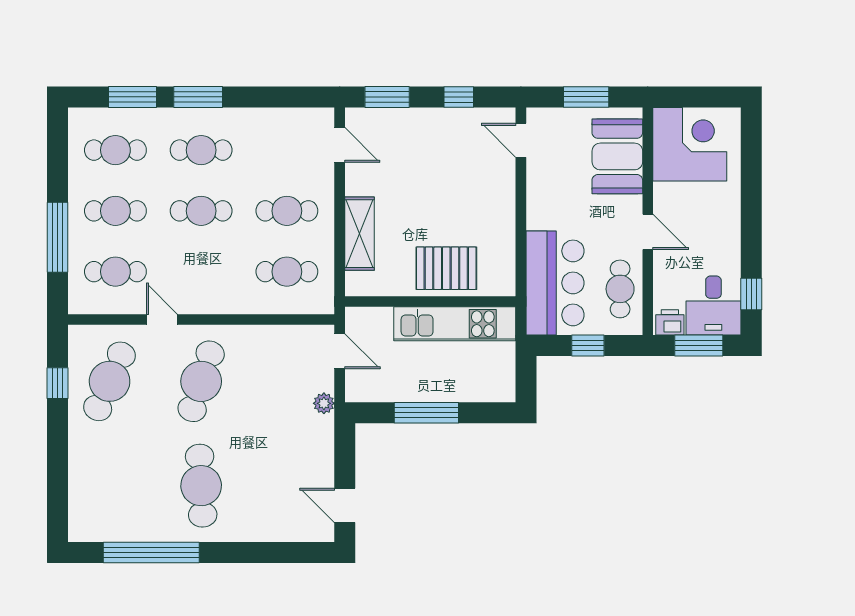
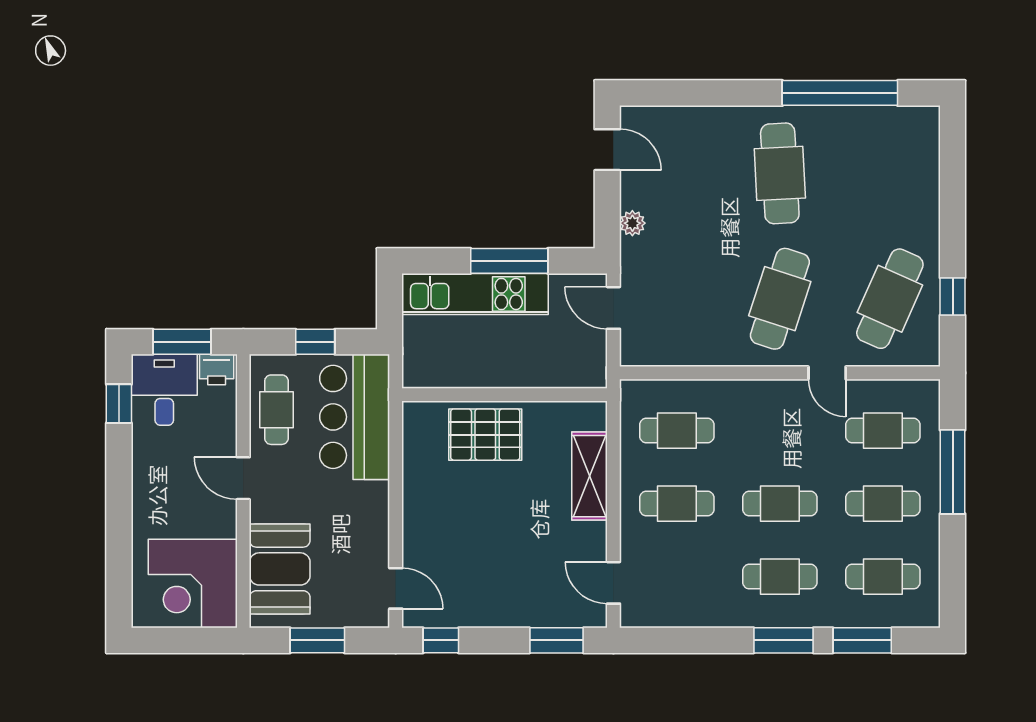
window: (459, 97) -> (441, 640), moved
kitchen unit: (455, 324) -> (475, 294), moved, turned 180
door: (340, 351) -> (613, 308), moved
plant: (324, 403) -> (632, 223), moved

